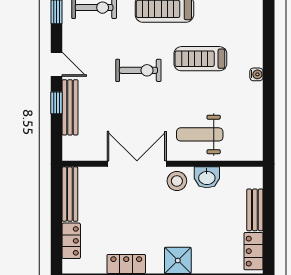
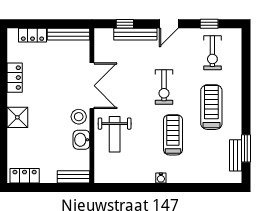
window: (56, 103) -> (125, 24), moved
weight bench: (200, 134) -> (115, 134), turned 180
bench: (255, 210) -> (73, 177), moved

